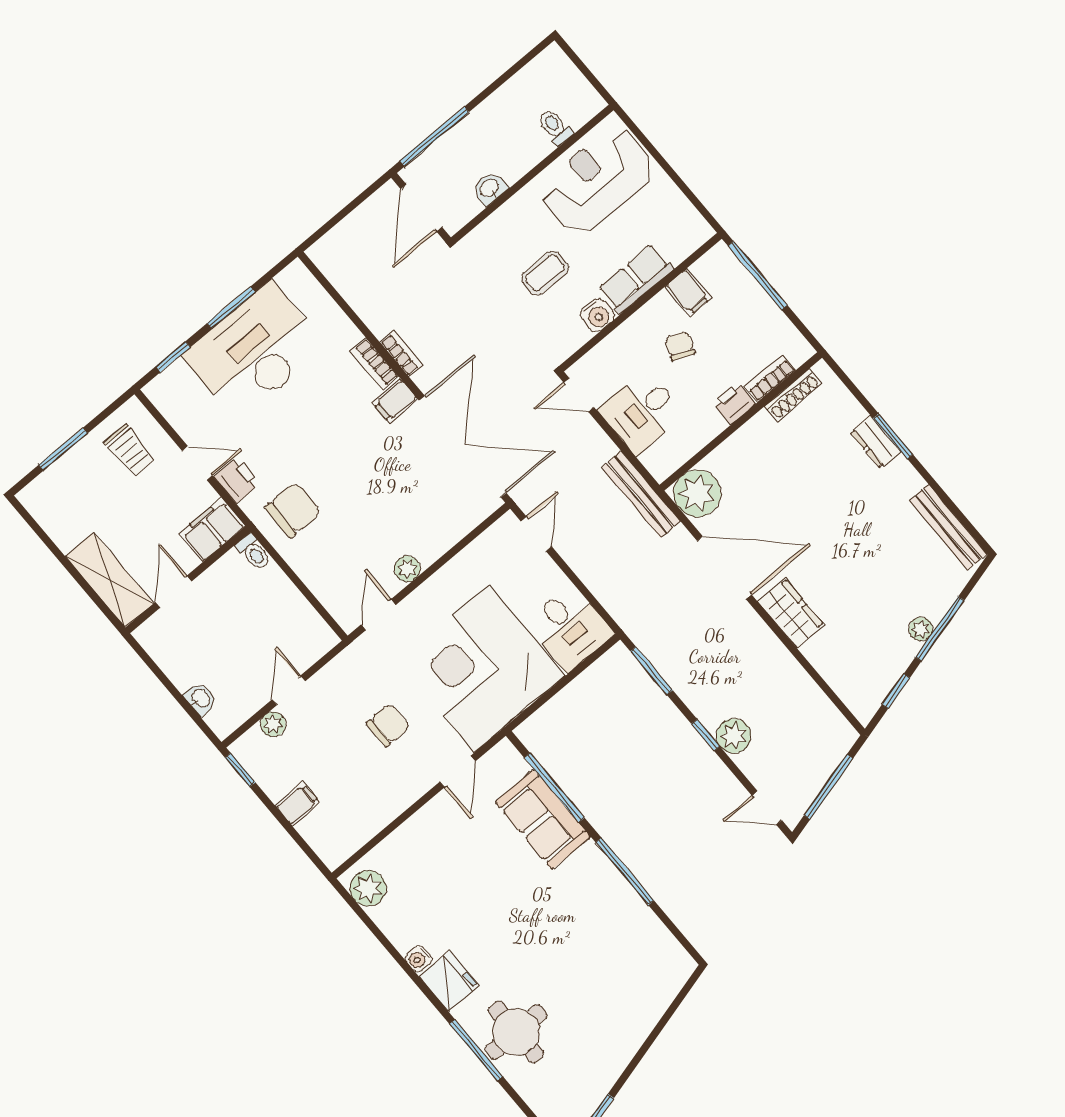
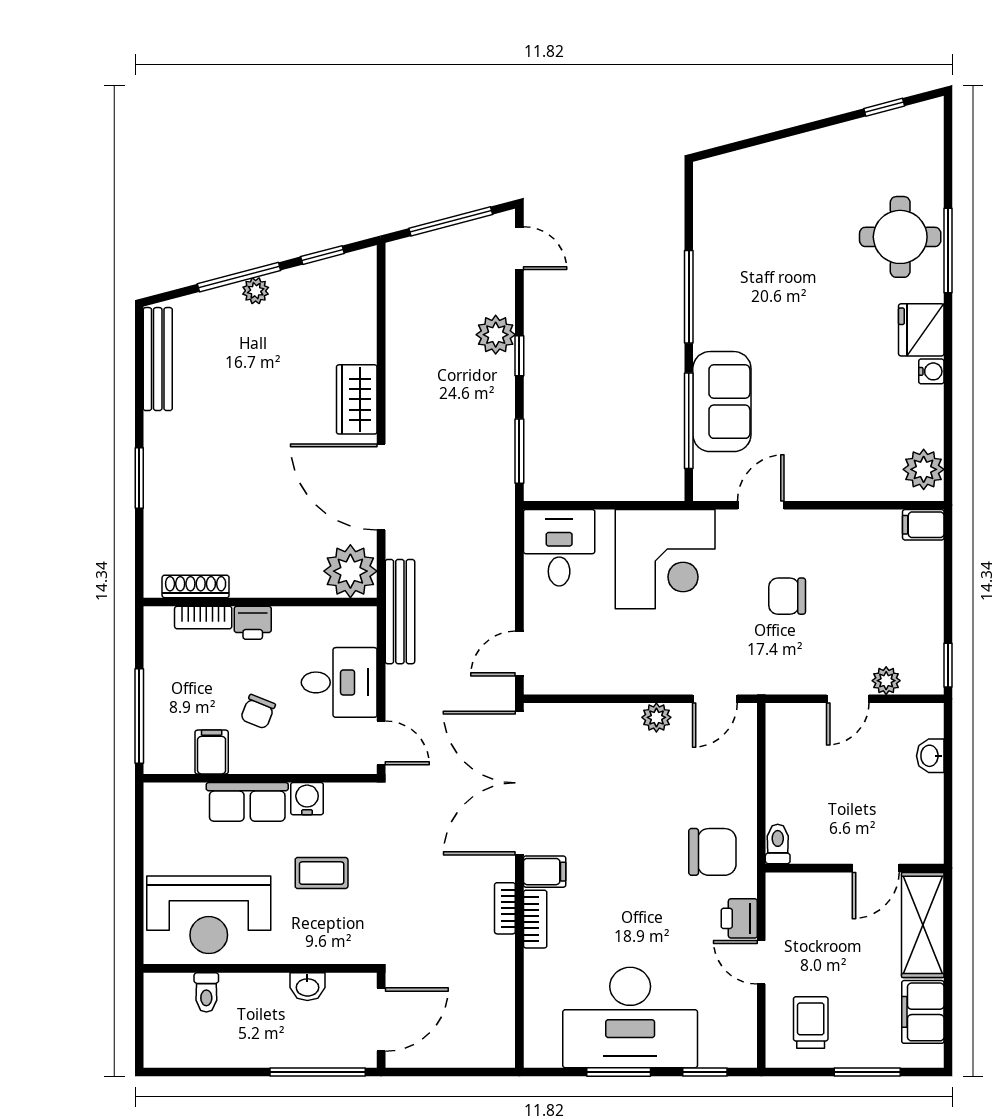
dresser: (875, 442) -> (159, 486), removed
chair: (293, 510) -> (712, 852), turned 180
filing cabinet: (212, 530) -> (923, 1012), moved, turned 90
corner desk: (481, 669) -> (665, 559), width x0.74, depth x0.74
filing cabinet: (297, 804) -> (923, 525), moved

